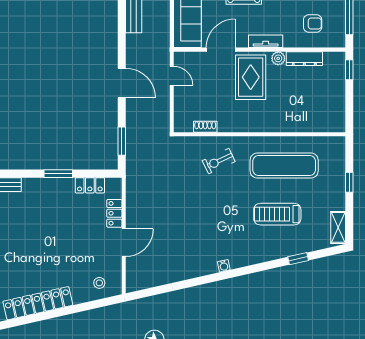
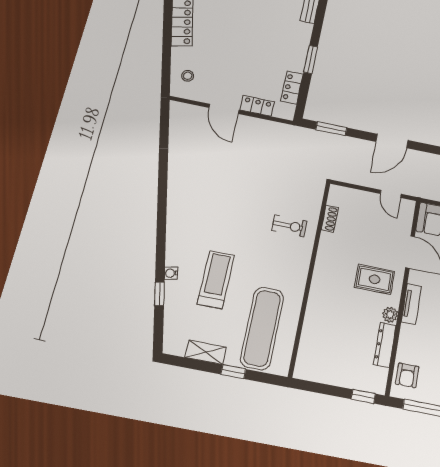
armchair: (313, 23) -> (407, 375), moved
door: (172, 76) -> (391, 194), hinge flipped
rug: (251, 77) -> (375, 279), width x0.73, depth x0.70
exercise bike: (219, 161) -> (289, 226), turned 115
exercise mat: (284, 166) -> (262, 328), moved
shelving: (338, 227) -> (206, 352), moved
water cooler: (224, 266) -> (171, 273), moved

